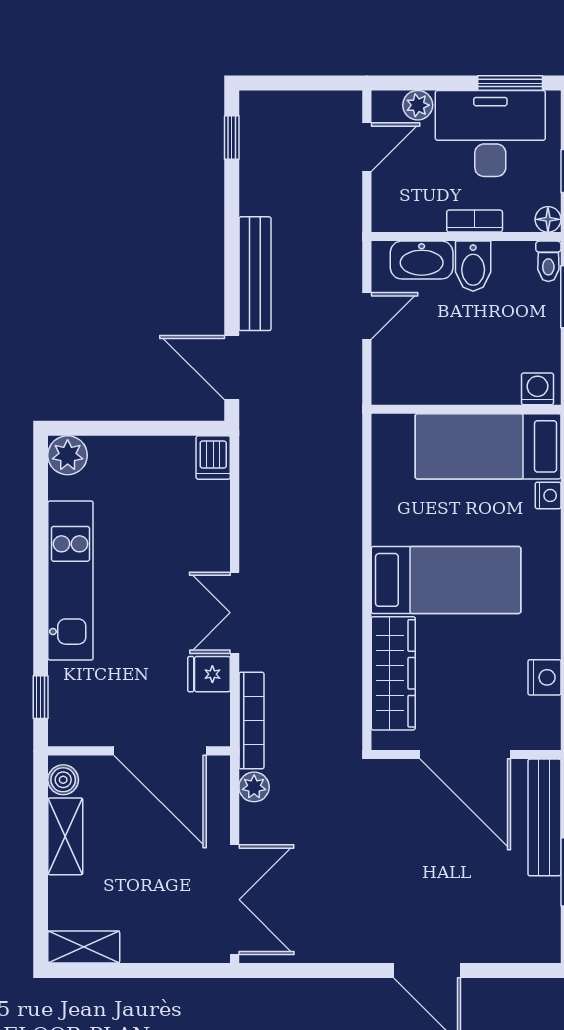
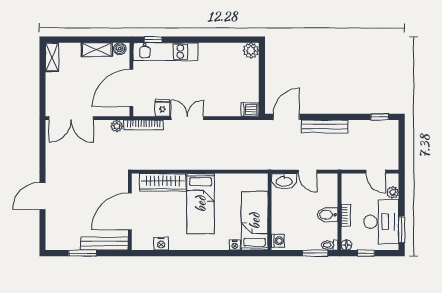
washbasin: (422, 260) -> (284, 181), moved, turned -90
kitchen unit: (70, 581) -> (165, 52), moved

